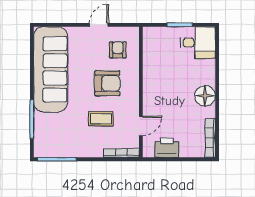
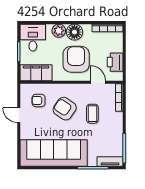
filing cabinet: (153, 47) -> (36, 73), added
plant: (207, 76) -> (59, 31), added
armchair: (107, 83) -> (65, 109), turned -56
armchair: (170, 98) -> (76, 59), added
tv unit: (40, 141) -> (110, 161), added

